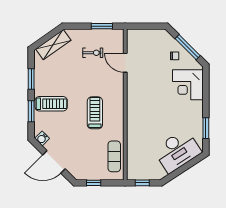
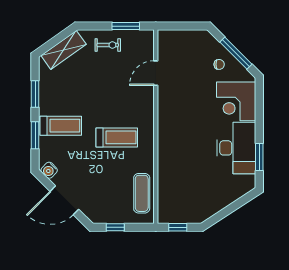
exercise bike: (93, 53) -> (108, 45), moved
door: (125, 63) -> (156, 73), hinge flipped
treadmill: (95, 113) -> (117, 137), turned 90
desk: (177, 151) -> (236, 148), moved, turned -57

